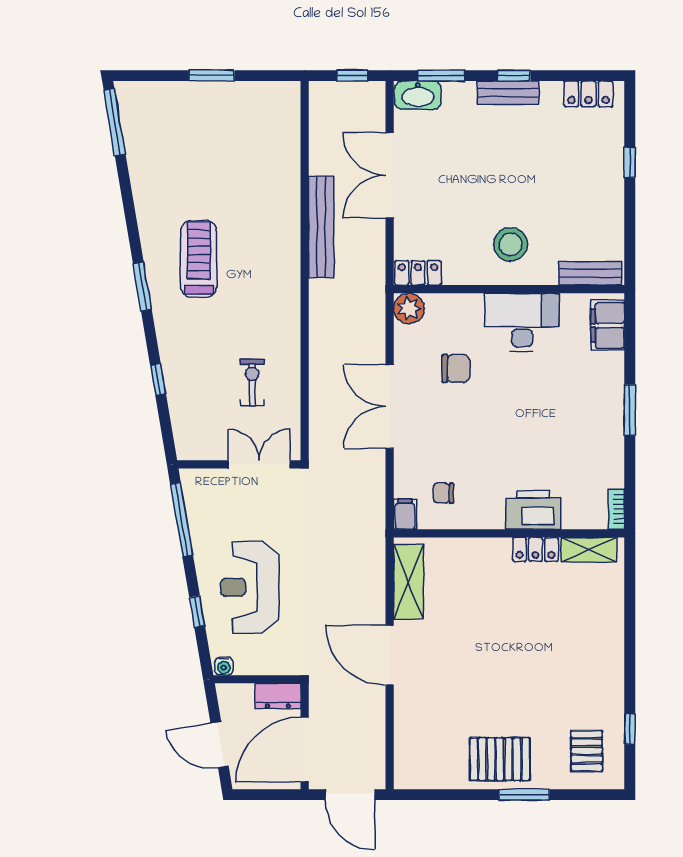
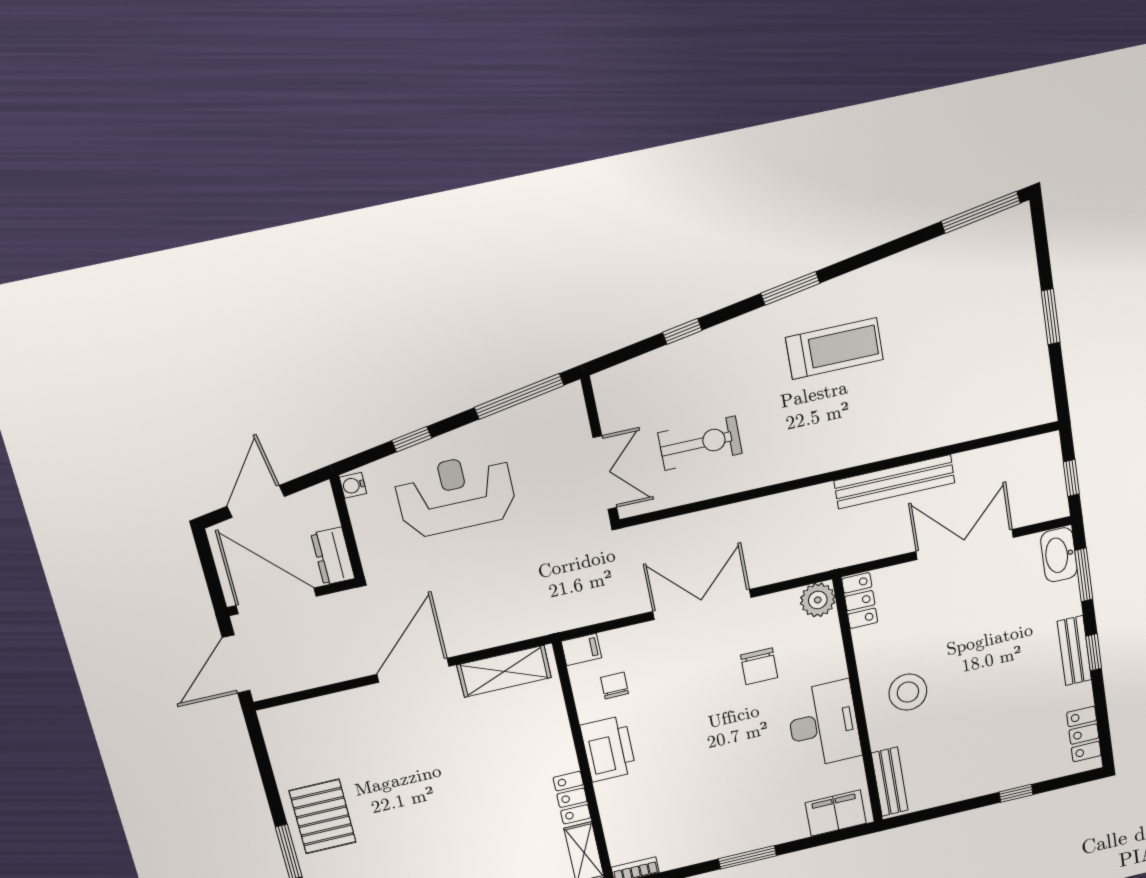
exercise bike: (252, 382) -> (700, 443), width x1.38, depth x1.39
printer: (533, 510) -> (608, 749), moved

